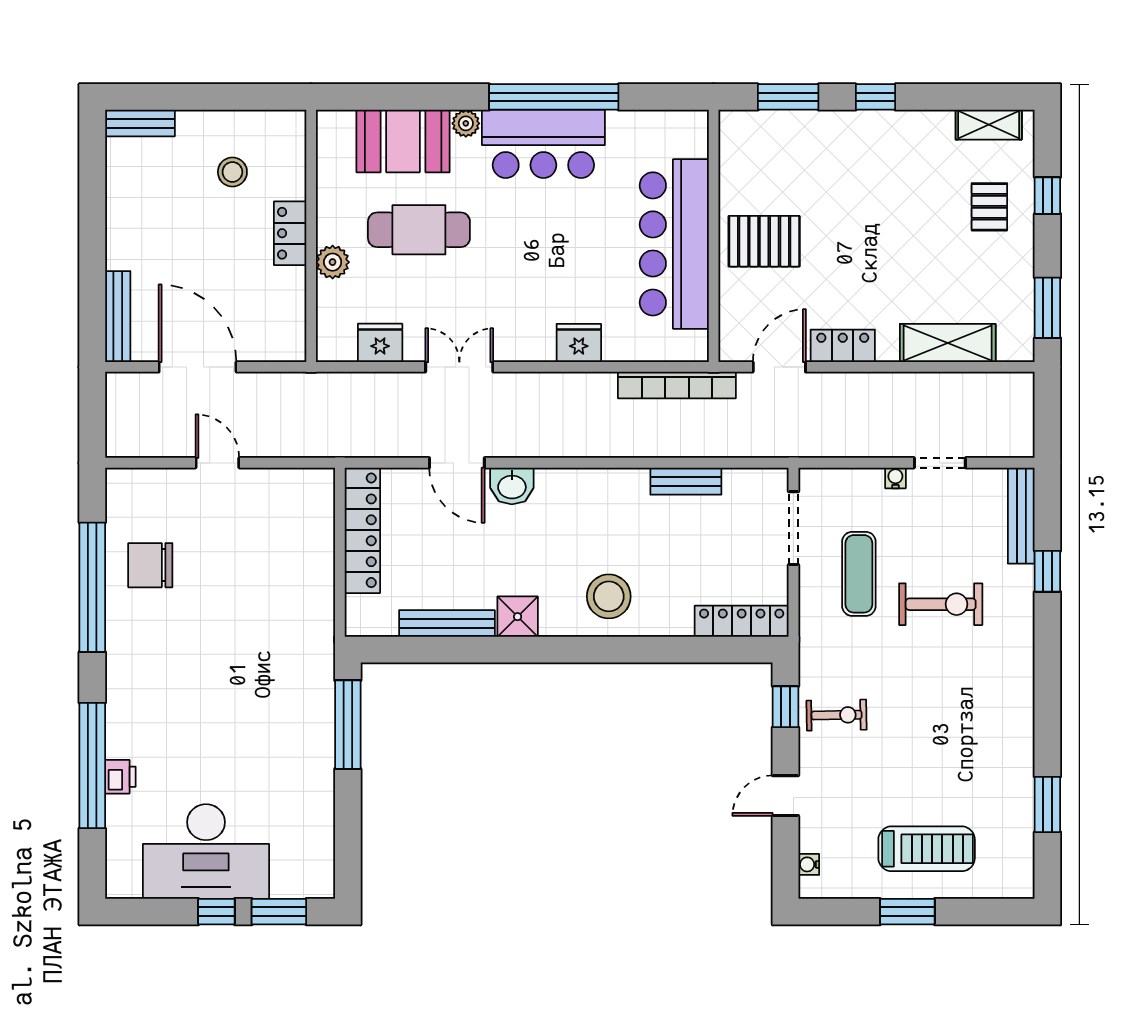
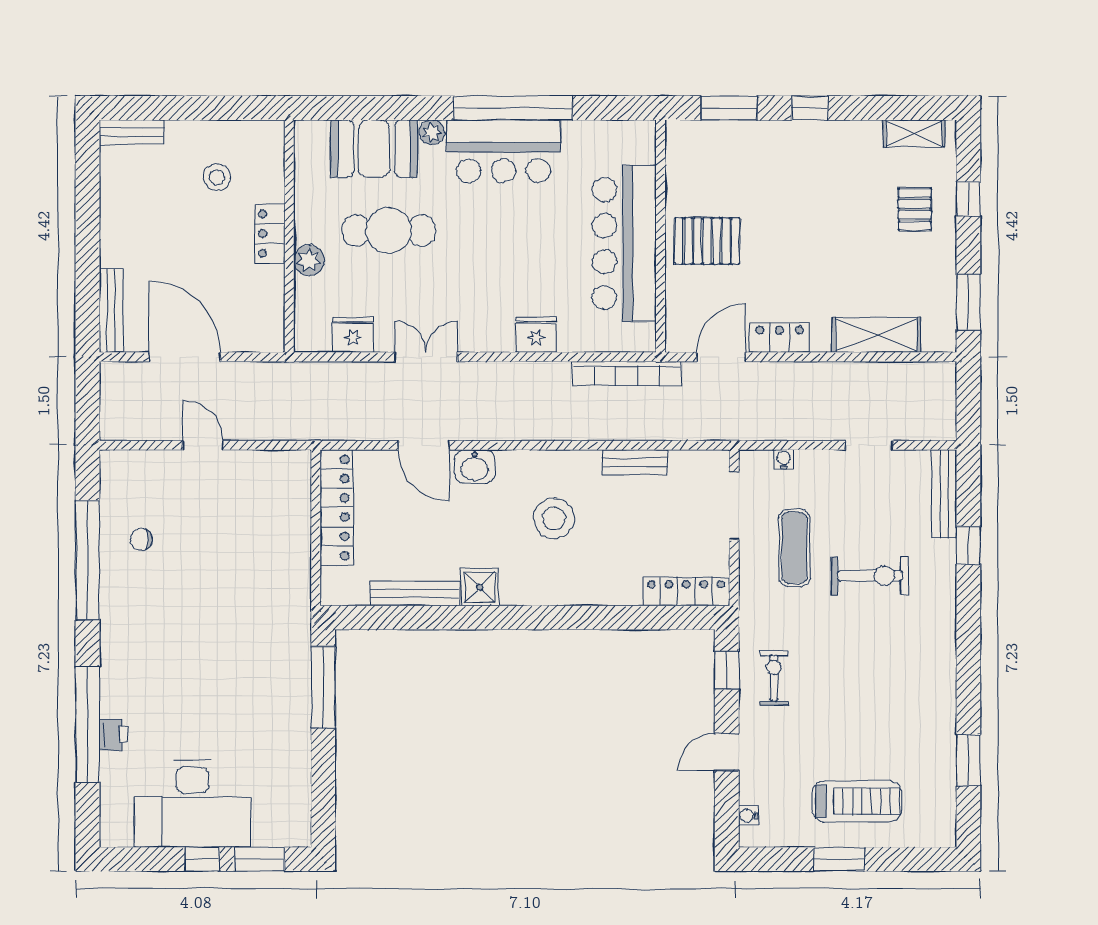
water cooler: (895, 478) -> (783, 459), moved
chair: (150, 565) -> (141, 540), width x0.54, depth x0.54
stool: (609, 596) -> (554, 518), moved
exercise bike: (837, 715) -> (774, 678), turned -89

